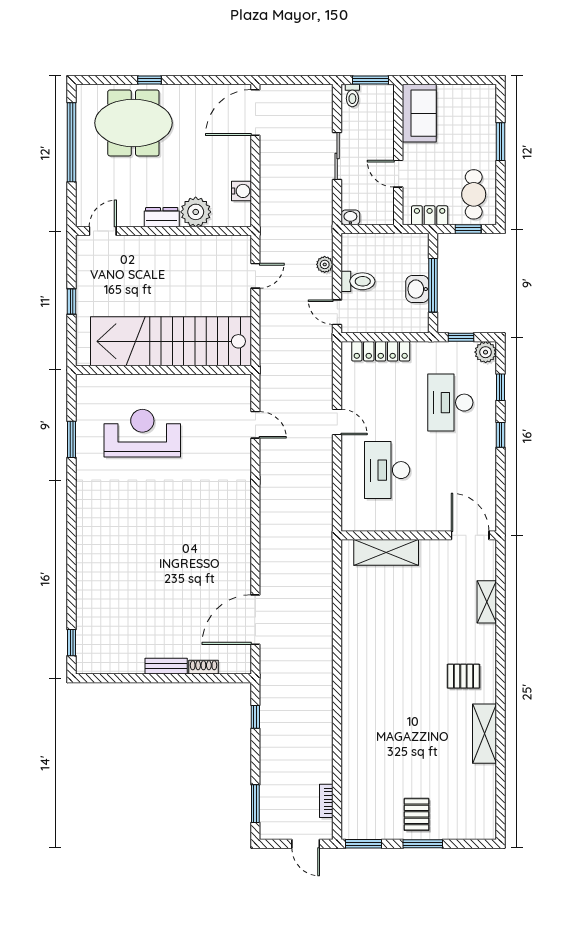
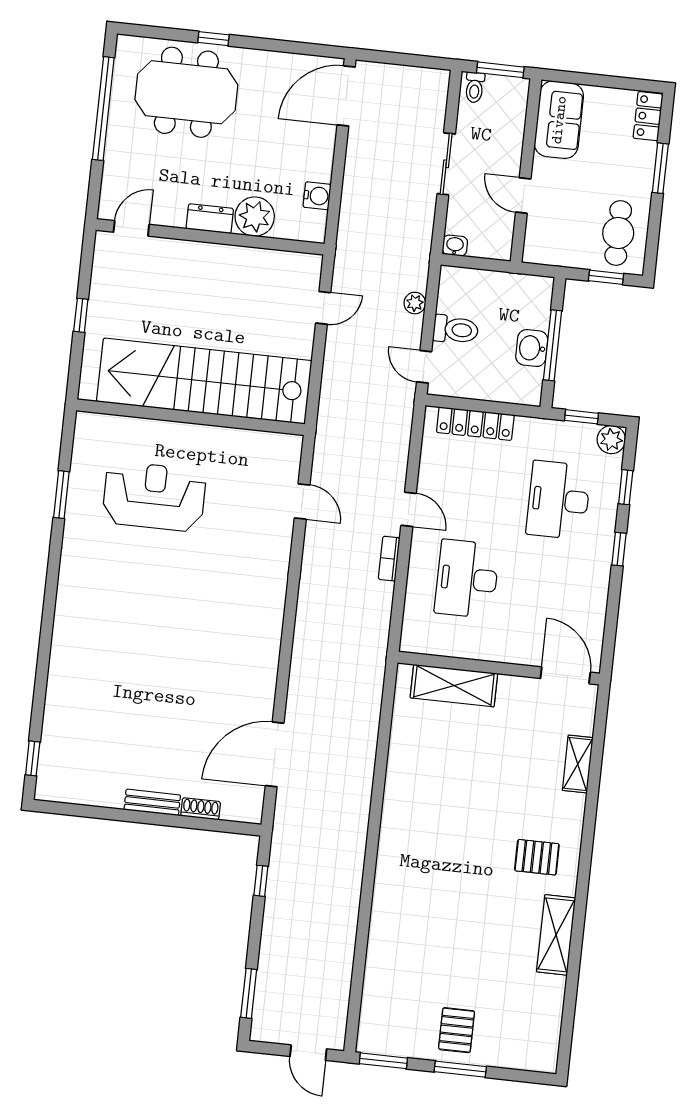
locker: (430, 215) -> (648, 116), moved, turned -90
bookcase: (326, 801) -> (389, 559), moved

